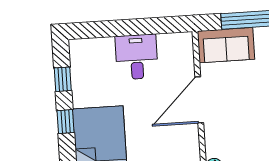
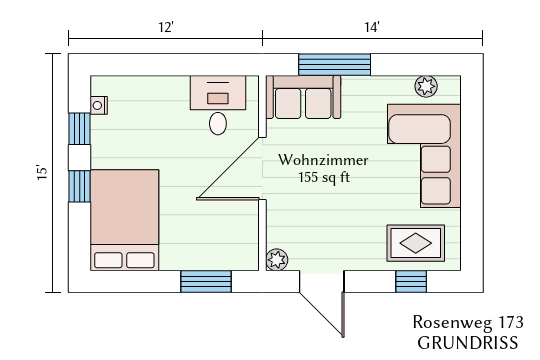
desk: (137, 57) -> (218, 105), moved
nightstand: (76, 61) -> (99, 105), added

